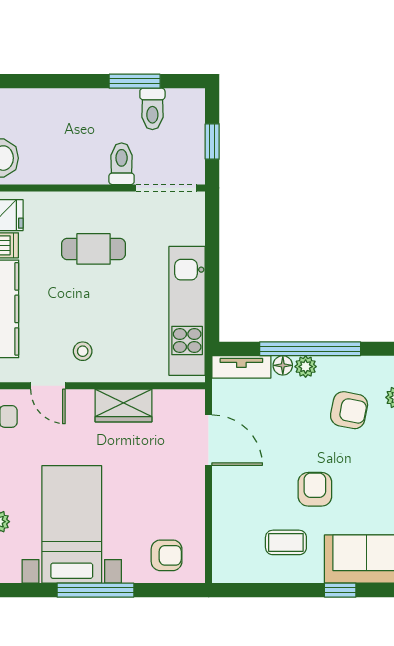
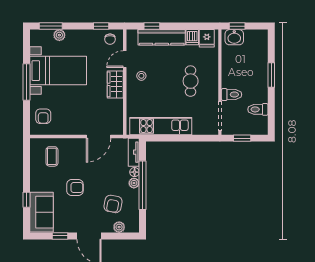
window: (135, 81) -> (271, 75), moved
wardrobe: (124, 406) -> (115, 84), moved
coffee table: (286, 542) -> (52, 156), moved

